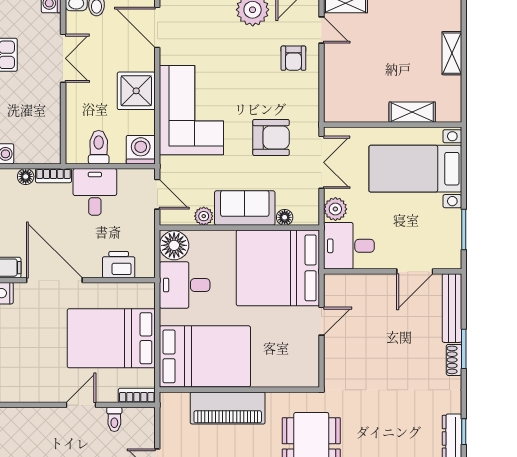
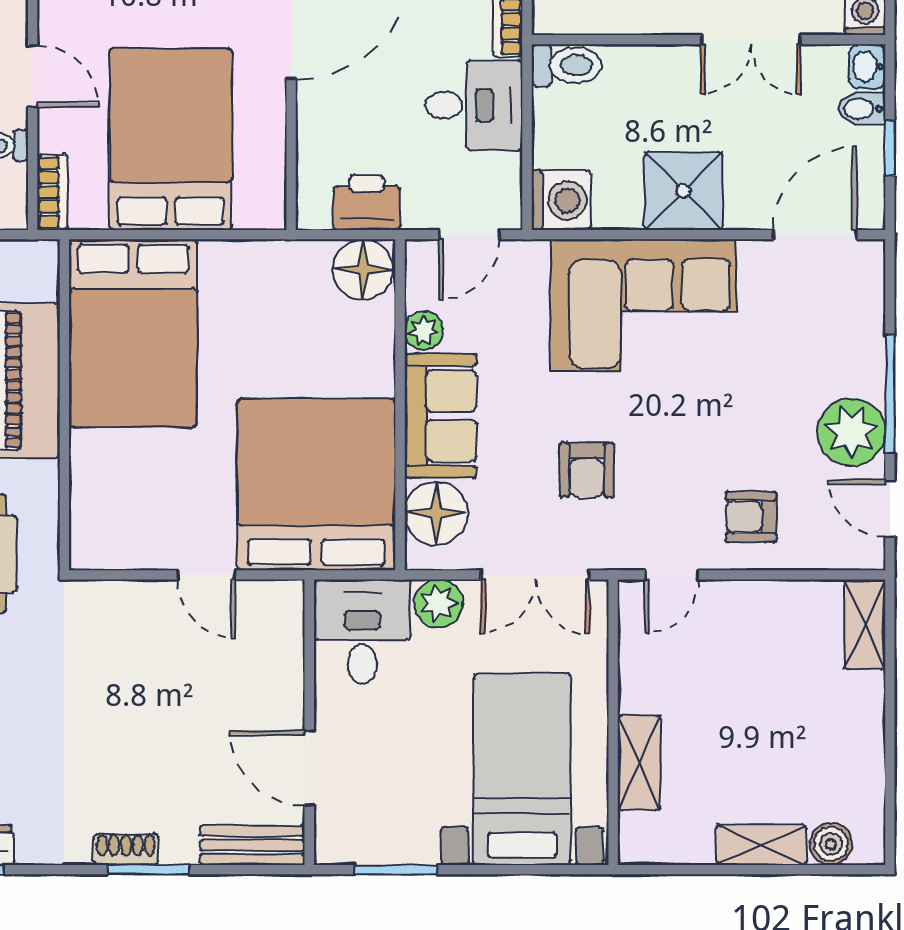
boiler: (451, 20) -> (831, 844), added
door: (321, 30) -> (672, 575), moved
armchair: (271, 137) -> (587, 470), width x0.72, depth x0.72
toilet: (99, 147) -> (567, 65), moved
floor lamp: (285, 217) -> (436, 513), width x1.89, depth x1.89
printer: (119, 265) -> (367, 202), moved, turned -90
desk: (185, 285) -> (281, 291), removed
bench: (452, 308) -> (252, 845), width x0.73

